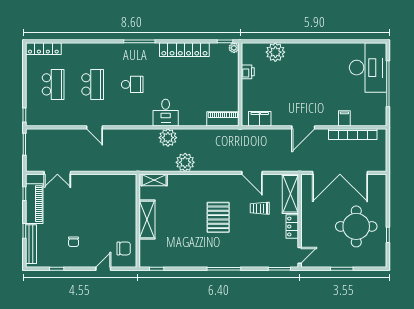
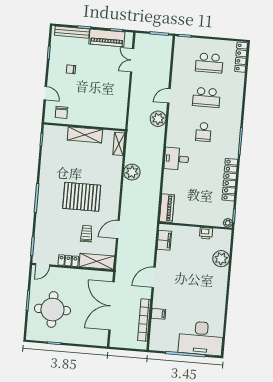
door: (303, 127) -> (154, 277), hinge flipped
plant: (168, 138) -> (158, 119), moved
pallet: (218, 217) -> (82, 197), width x1.37, depth x1.41
round table: (356, 226) -> (52, 310), moved
door: (300, 255) -> (43, 265), hinge flipped

